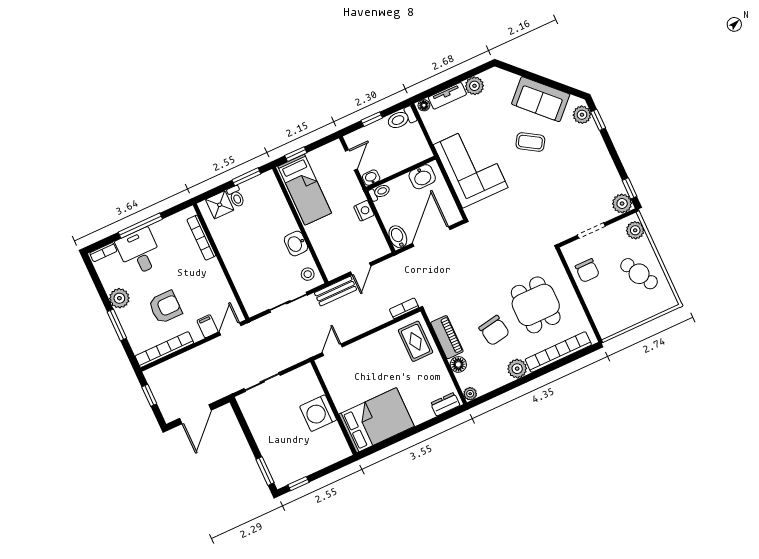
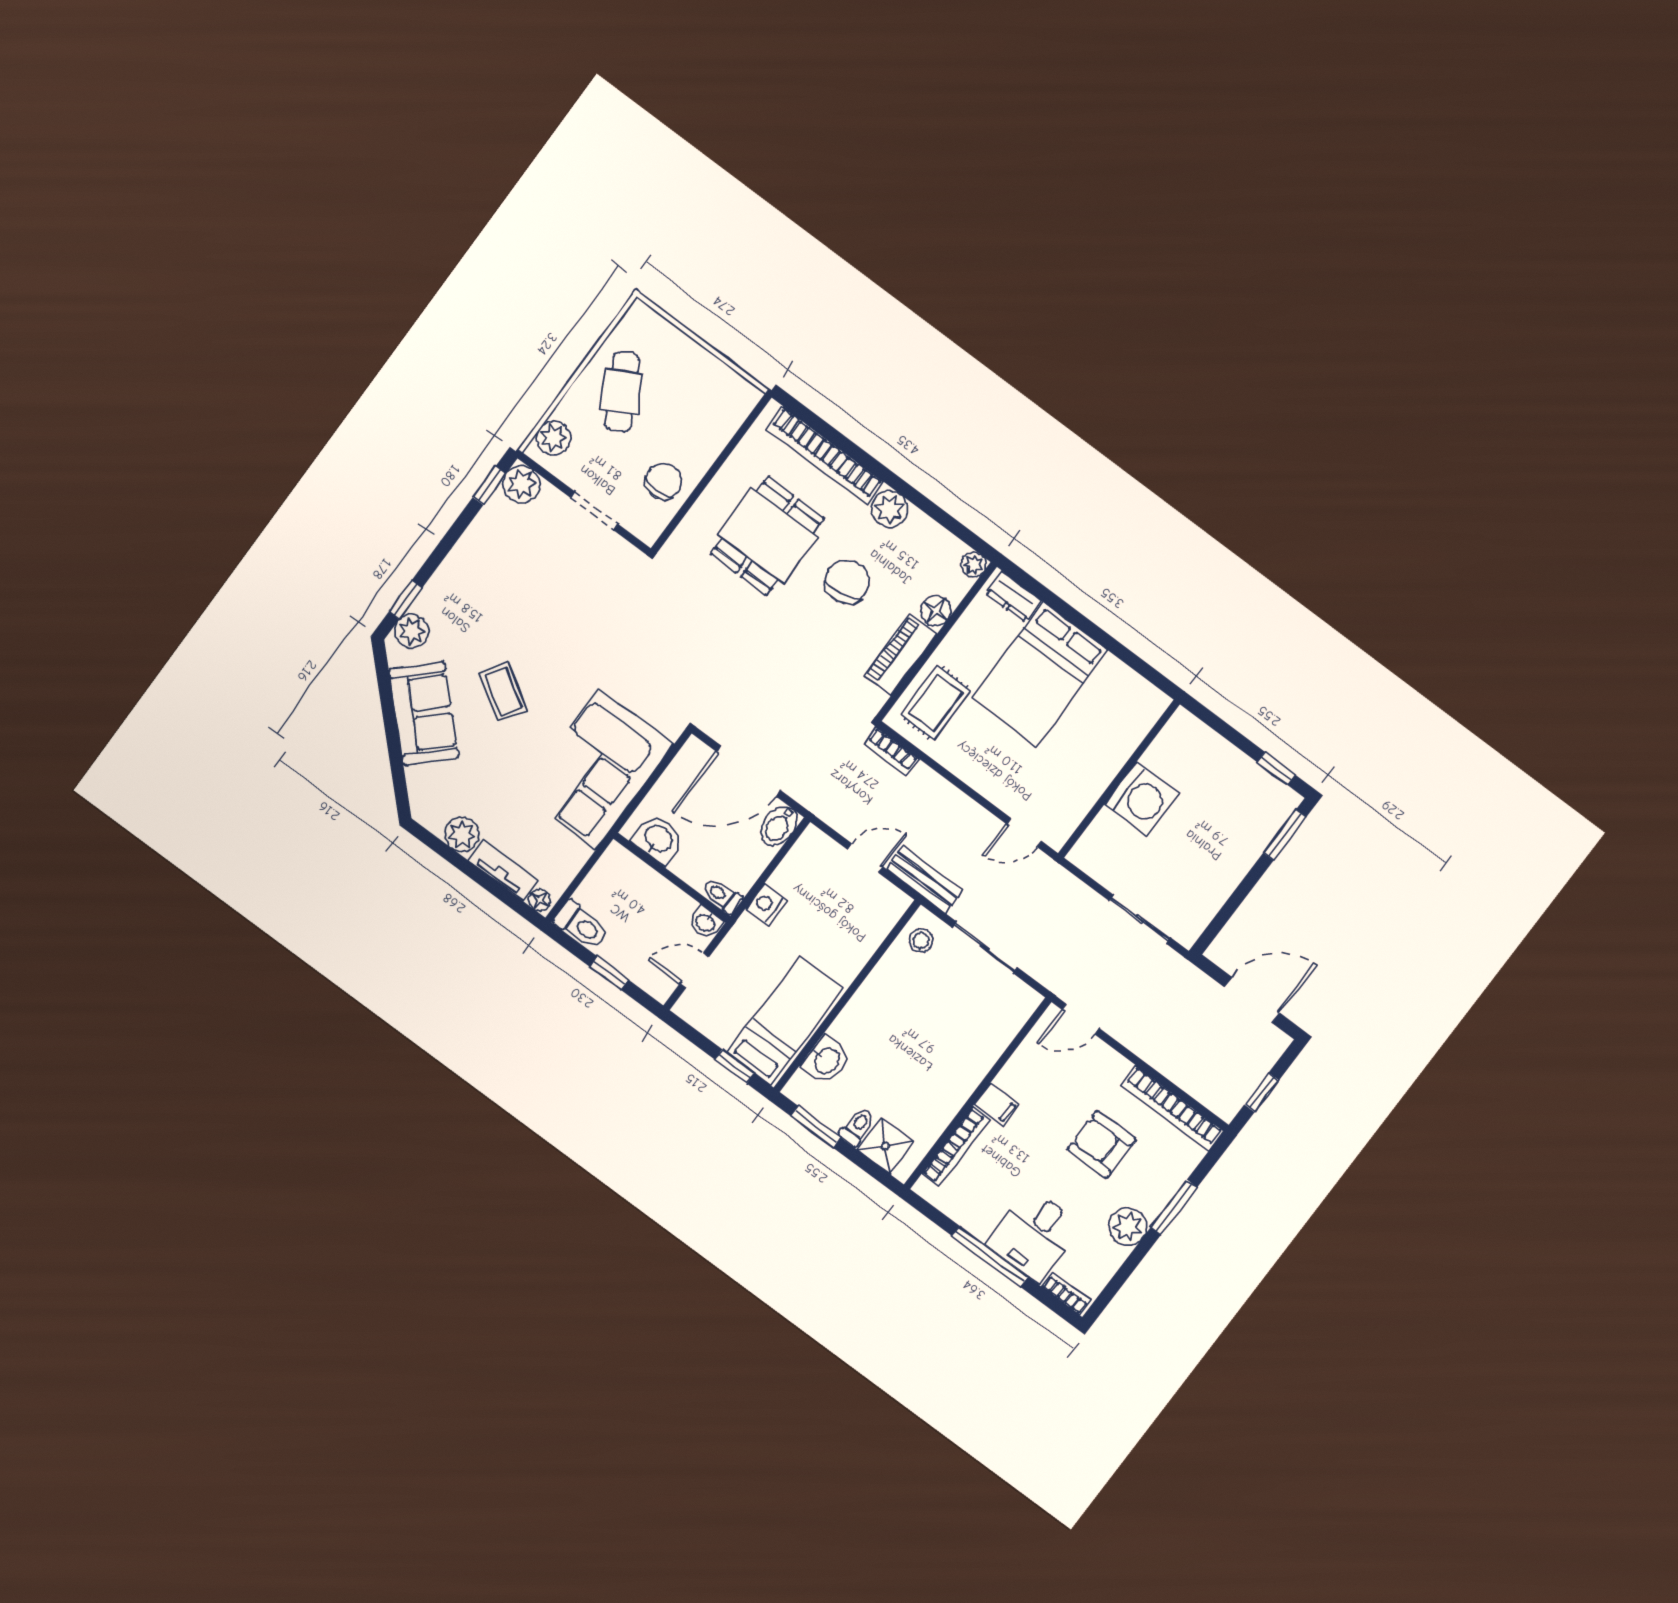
washbasin: (296, 243) -> (826, 1060), moved
filing cabinet: (208, 326) -> (997, 1105), moved, turned -90
bed: (377, 420) -> (1040, 674), moved, turned -90

